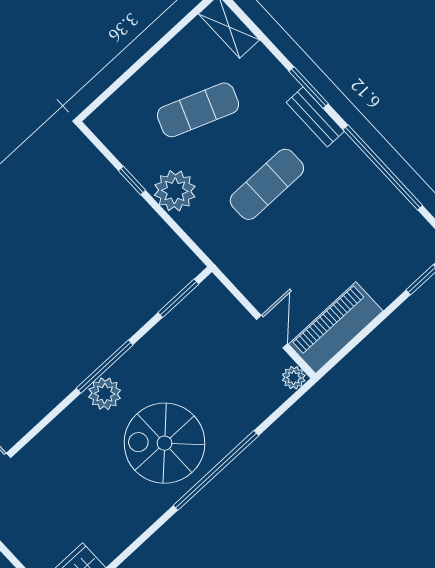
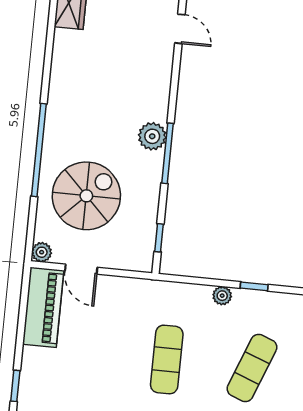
plant: (175, 191) -> (222, 296), width x0.53, depth x0.53
window: (178, 298) -> (159, 238), width x0.67
spiral stairs: (165, 443) -> (86, 196), moved

